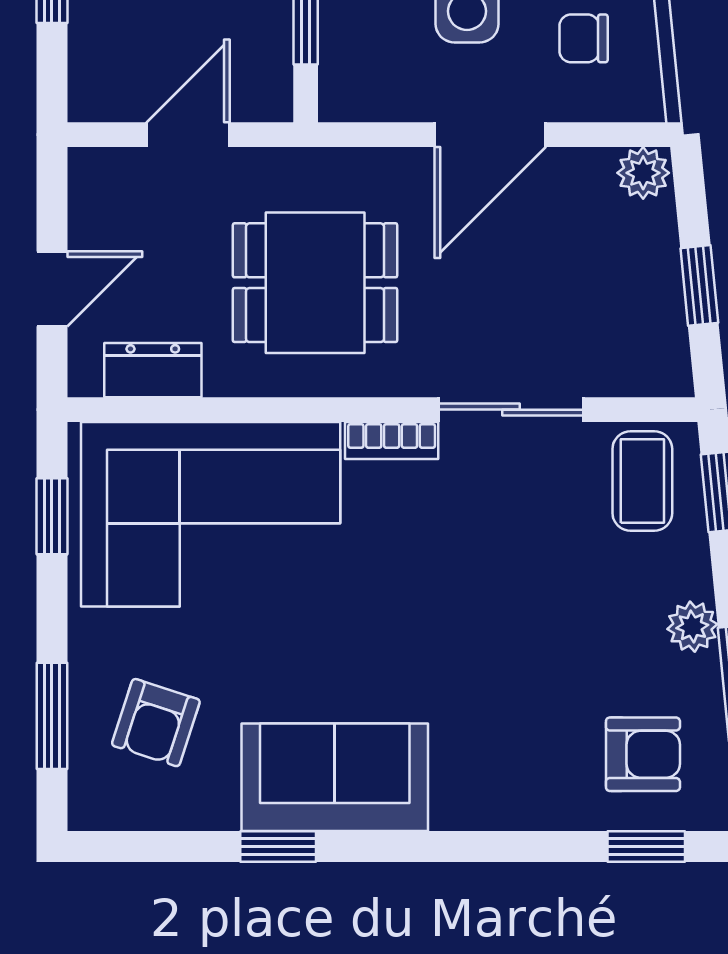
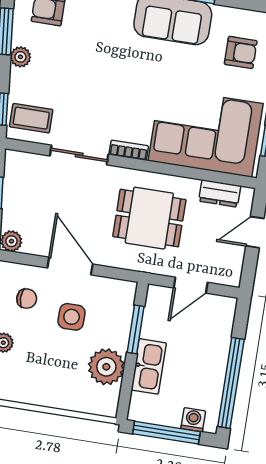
door: (490, 135) -> (70, 266), hinge flipped
coffee table: (642, 481) -> (31, 118), turned 90
armchair: (156, 723) -> (241, 52), turned 72

